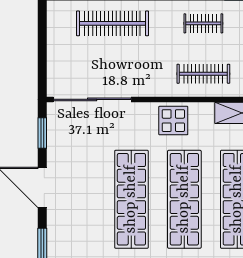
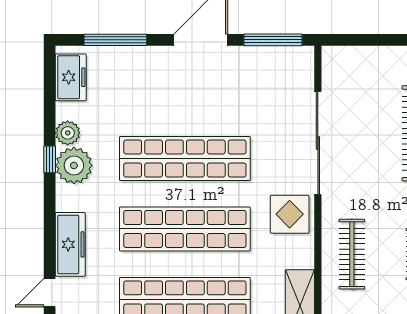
sliding door: (92, 99) -> (318, 143), moved
window: (42, 133) -> (273, 40), width x1.44

